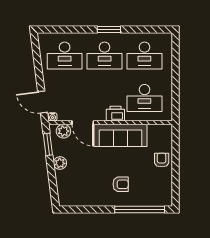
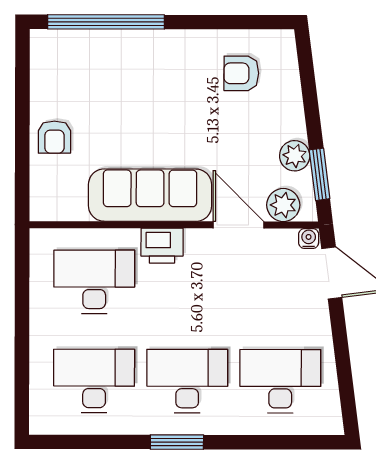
plant: (60, 163) -> (295, 156), moved
armchair: (121, 184) -> (241, 73), moved

